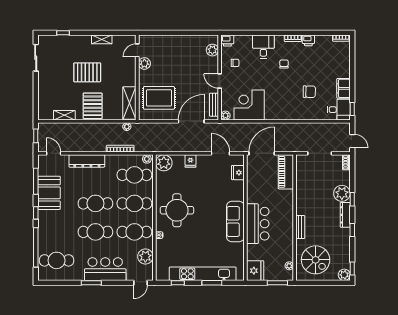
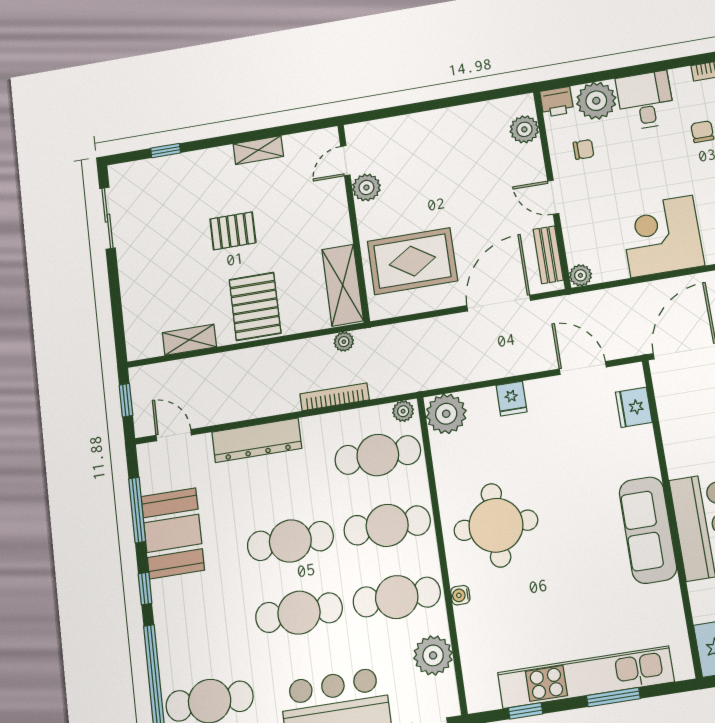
plant: (244, 43) -> (596, 101), added
pallet: (87, 72) -> (233, 231), width x0.67, depth x0.71
corner desk: (249, 105) -> (662, 236), moved

